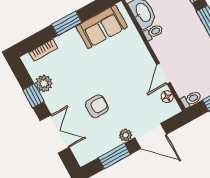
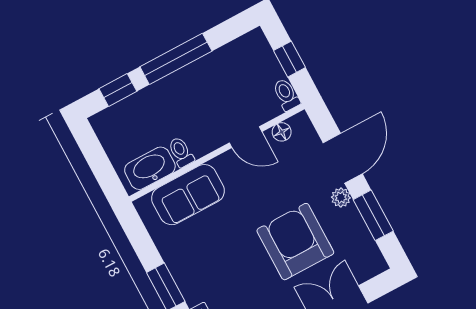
sofa: (102, 27) -> (188, 195), moved, turned 90
armchair: (97, 106) -> (295, 242), width x1.88, depth x1.88

